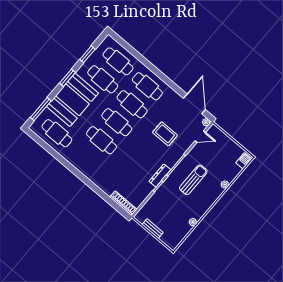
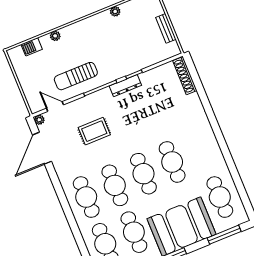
rug: (165, 134) -> (94, 131), turned 90
barbecue: (244, 161) -> (32, 47), moved
sun lounger: (193, 180) -> (76, 76), moved

